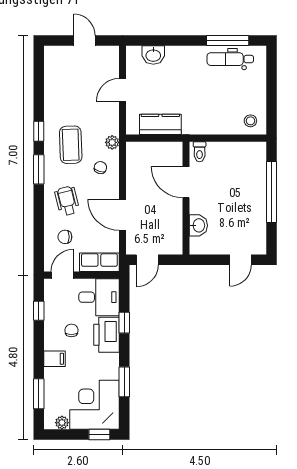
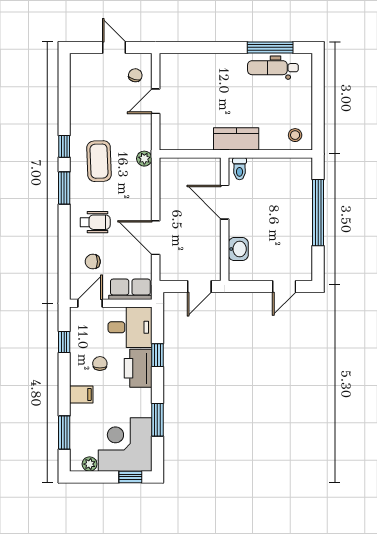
washbasin: (153, 55) -> (189, 63), removed
kitchen counter: (160, 124) -> (236, 139), moved
chair: (100, 168) -> (135, 75), moved
wheelchair: (67, 201) -> (95, 222), turned 104
door: (147, 260) -> (199, 286), moved

